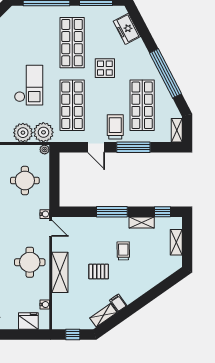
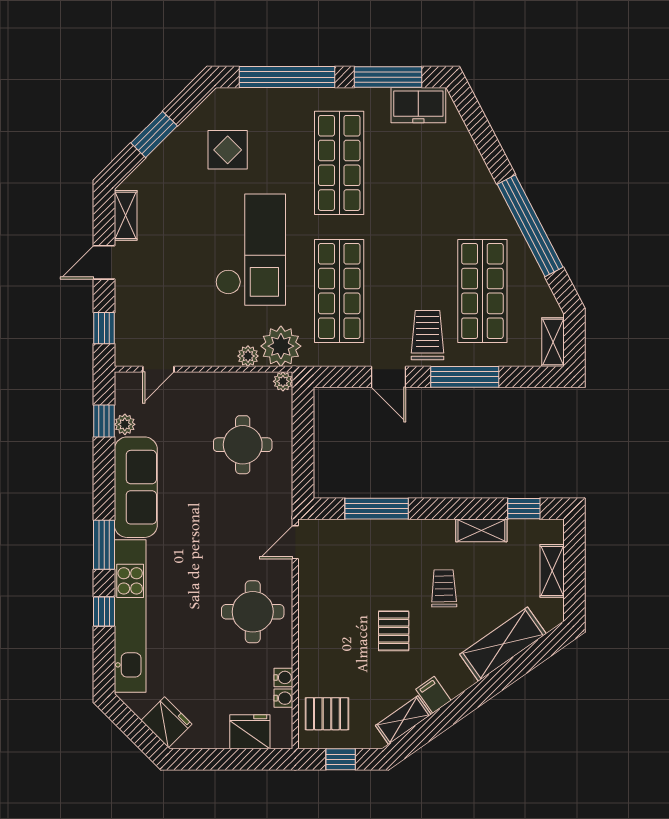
freezer: (127, 29) -> (418, 105), moved, turned -63
display table: (105, 68) -> (228, 150), moved
checkout: (29, 85) -> (250, 250), width x1.36, depth x1.21
plant: (23, 133) -> (248, 356), width x0.53, depth x0.53
window: (112, 212) -> (377, 509), moved
water cooler: (45, 214) -> (283, 677), moved
door: (51, 228) -> (295, 542), swing flipped
shelving: (60, 272) -> (503, 644), moved, turned 55
pallet: (99, 272) -> (394, 631), turned 90
pallet: (66, 312) -> (327, 714), added

